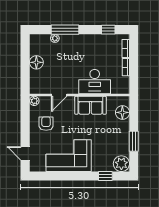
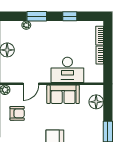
window: (65, 30) -> (37, 16), width x0.69
window: (108, 30) -> (70, 16), moved
armchair: (46, 124) -> (17, 113), turned 90

